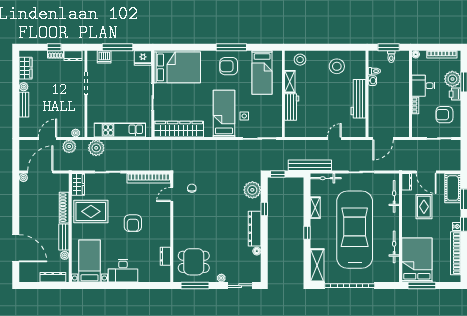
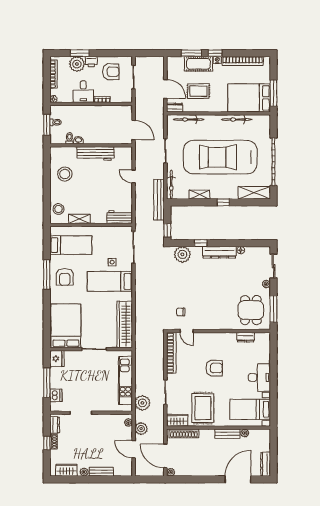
workbench: (292, 107) -> (120, 217), moved
armchair: (444, 115) -> (111, 72), turned -90
door: (426, 172) -> (165, 89), hinge flipped
cot: (453, 188) -> (198, 64), moved
shoe rack: (64, 208) -> (184, 433), moved
dresser: (53, 277) -> (266, 464), moved

